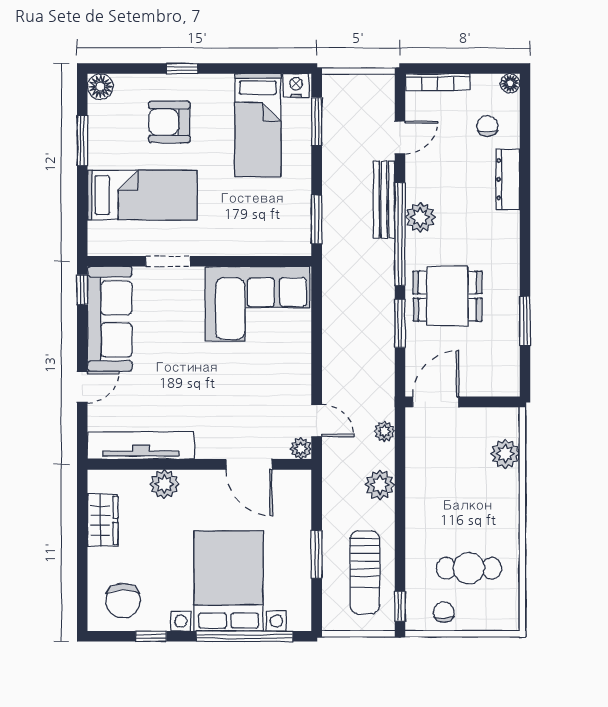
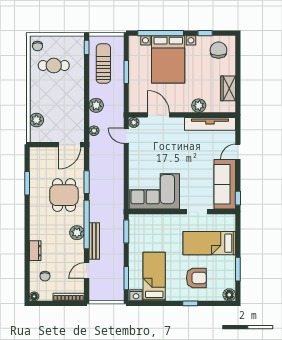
dresser: (508, 179) -> (35, 251), width x0.70
dining table: (447, 296) -> (64, 195), turned 90
chair: (444, 612) -> (38, 46), moved

